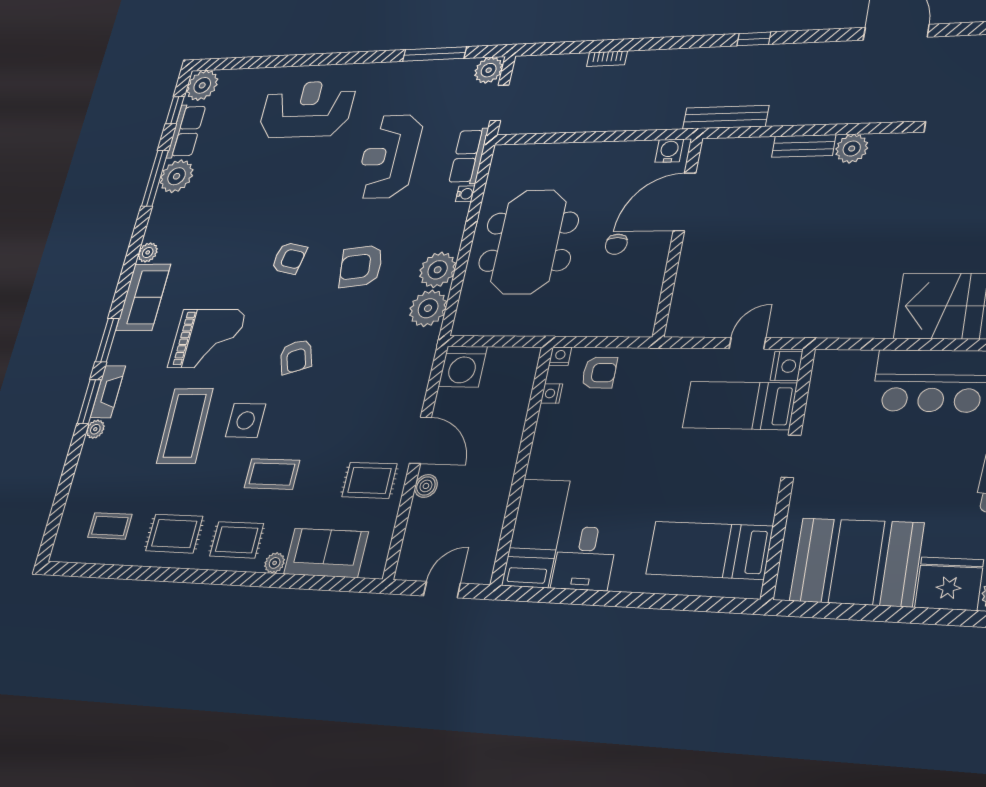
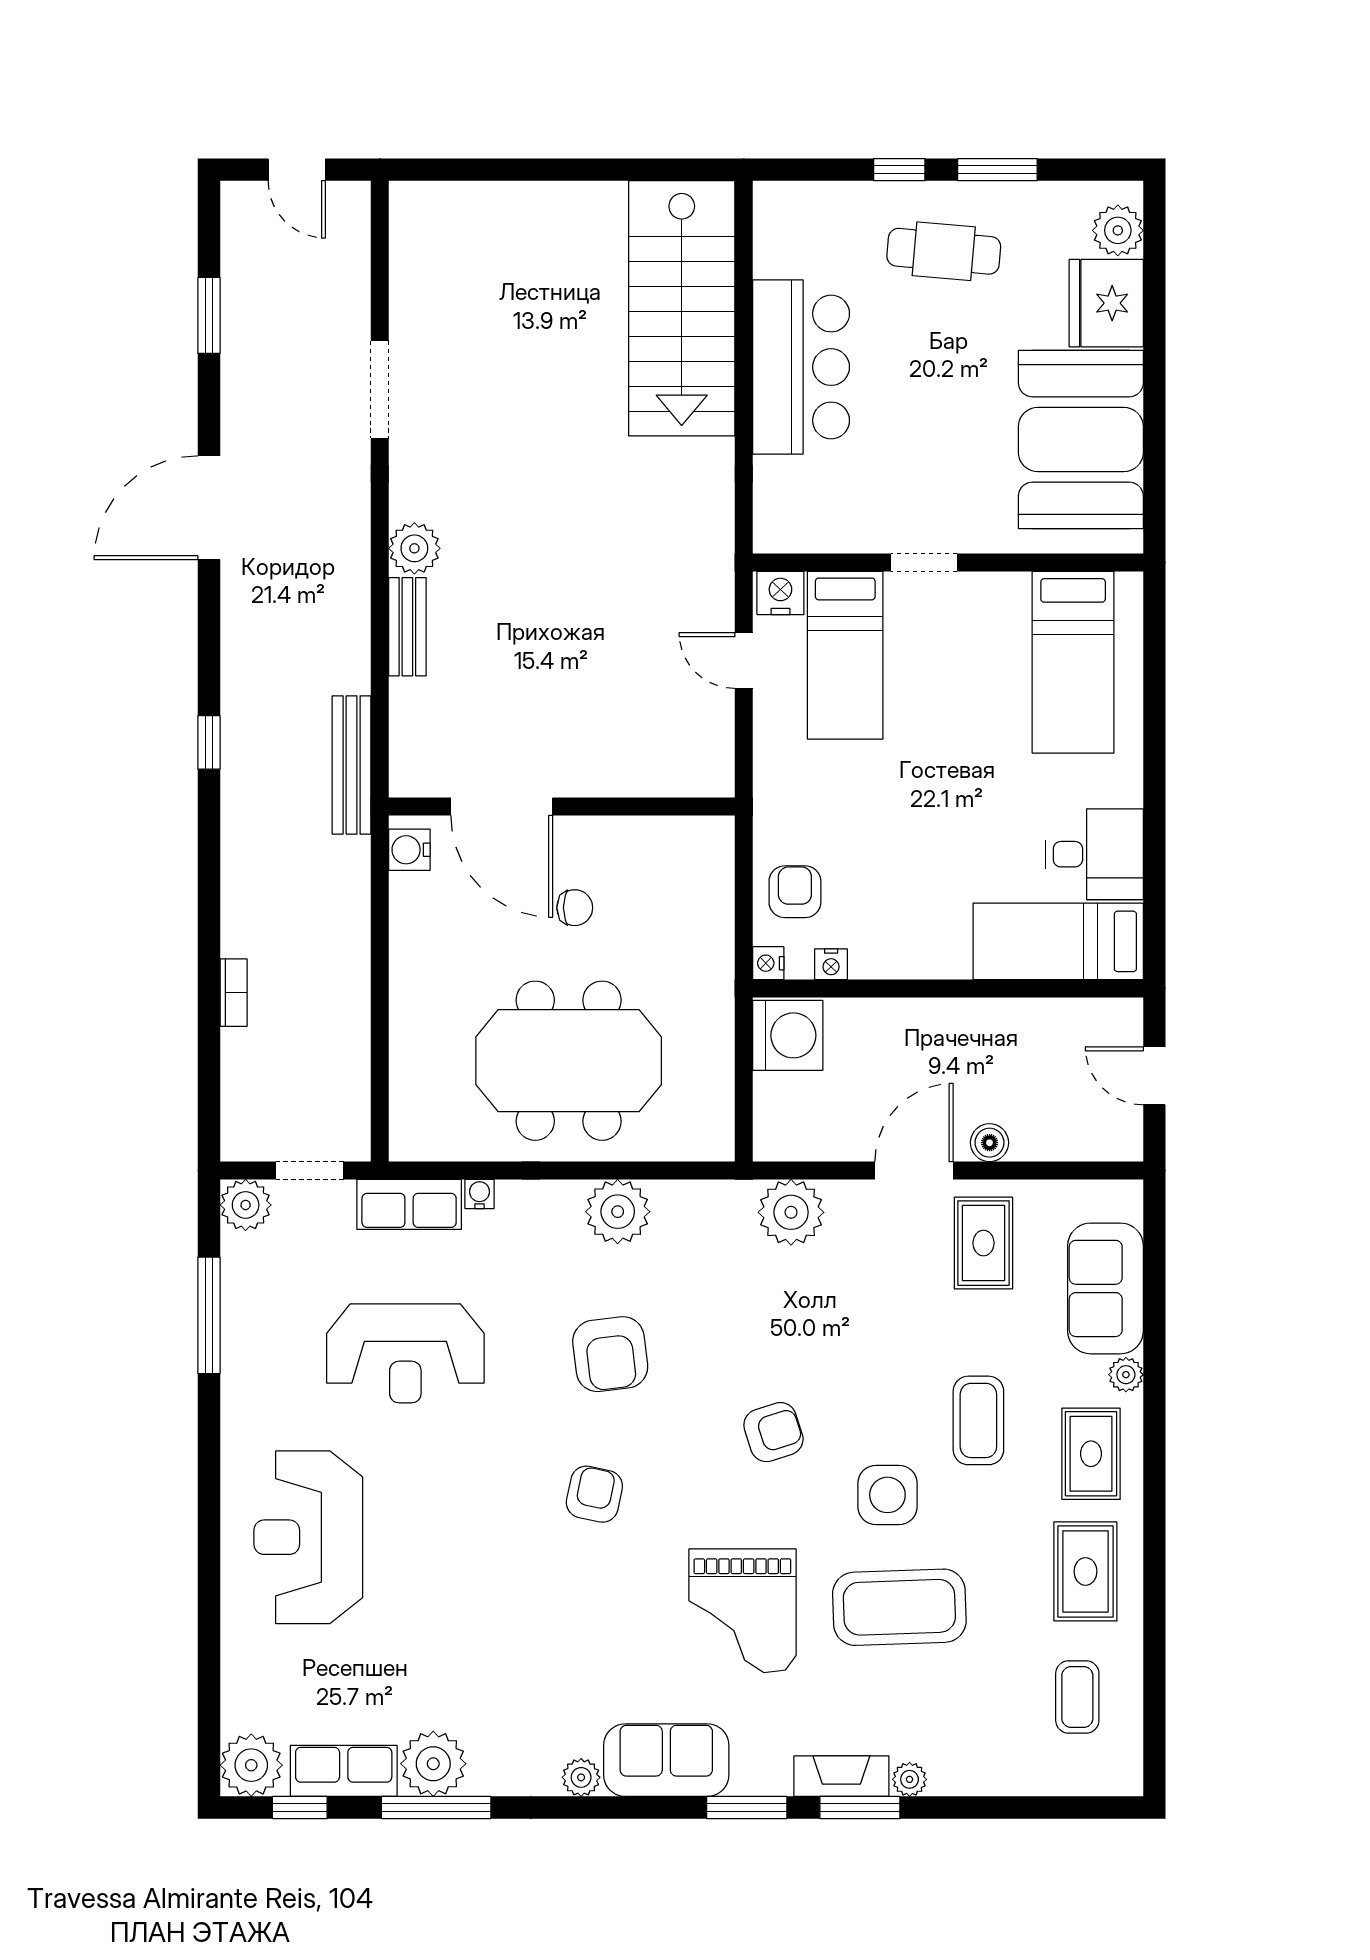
plant: (428, 308) -> (791, 1212), moved
grand piano: (207, 339) -> (742, 1611), turned 180
washing machine: (463, 367) -> (788, 1035), moved

